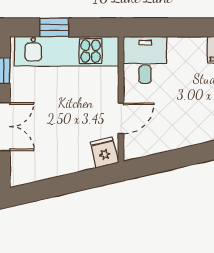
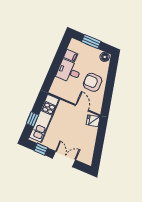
desk: (145, 60) -> (69, 71), moved
armchair: (182, 118) -> (93, 82), added

